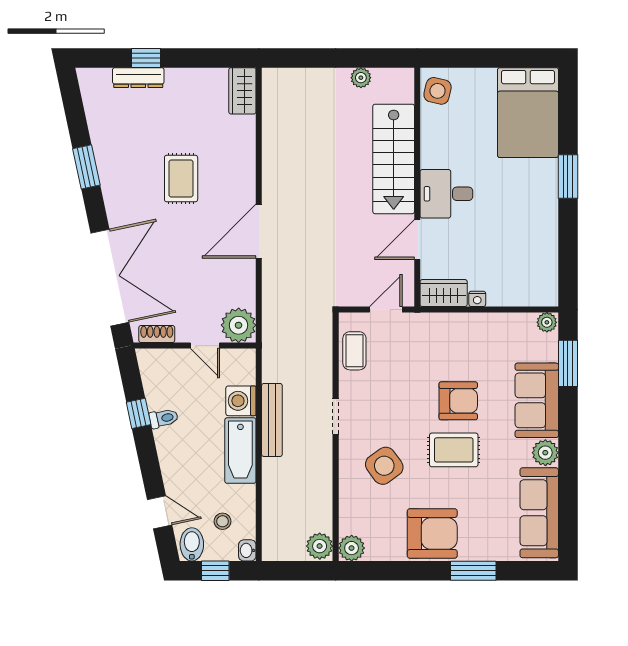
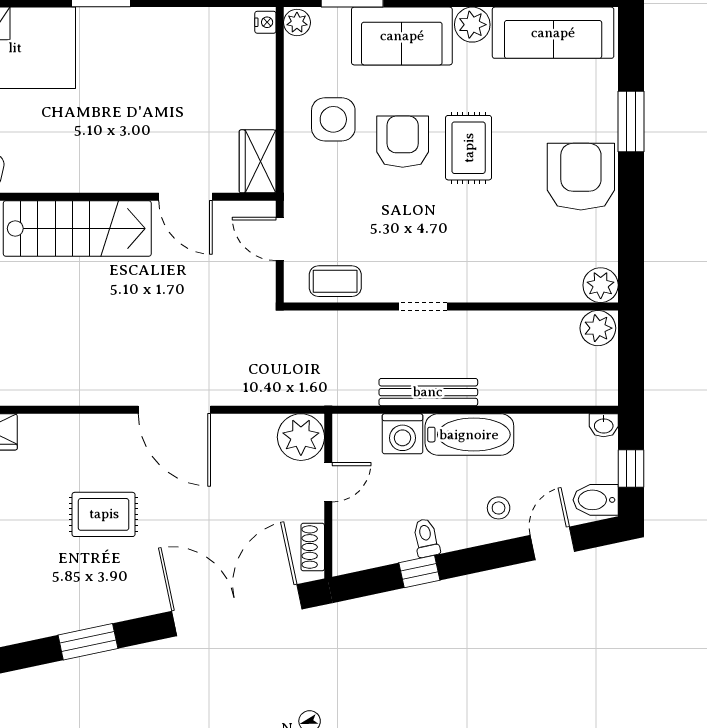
desk: (446, 194) -> (124, 158), removed
nightstand: (477, 299) -> (265, 22), moved
side table: (384, 466) -> (333, 119), moved, turned 36
stool: (223, 521) -> (499, 508), moved

